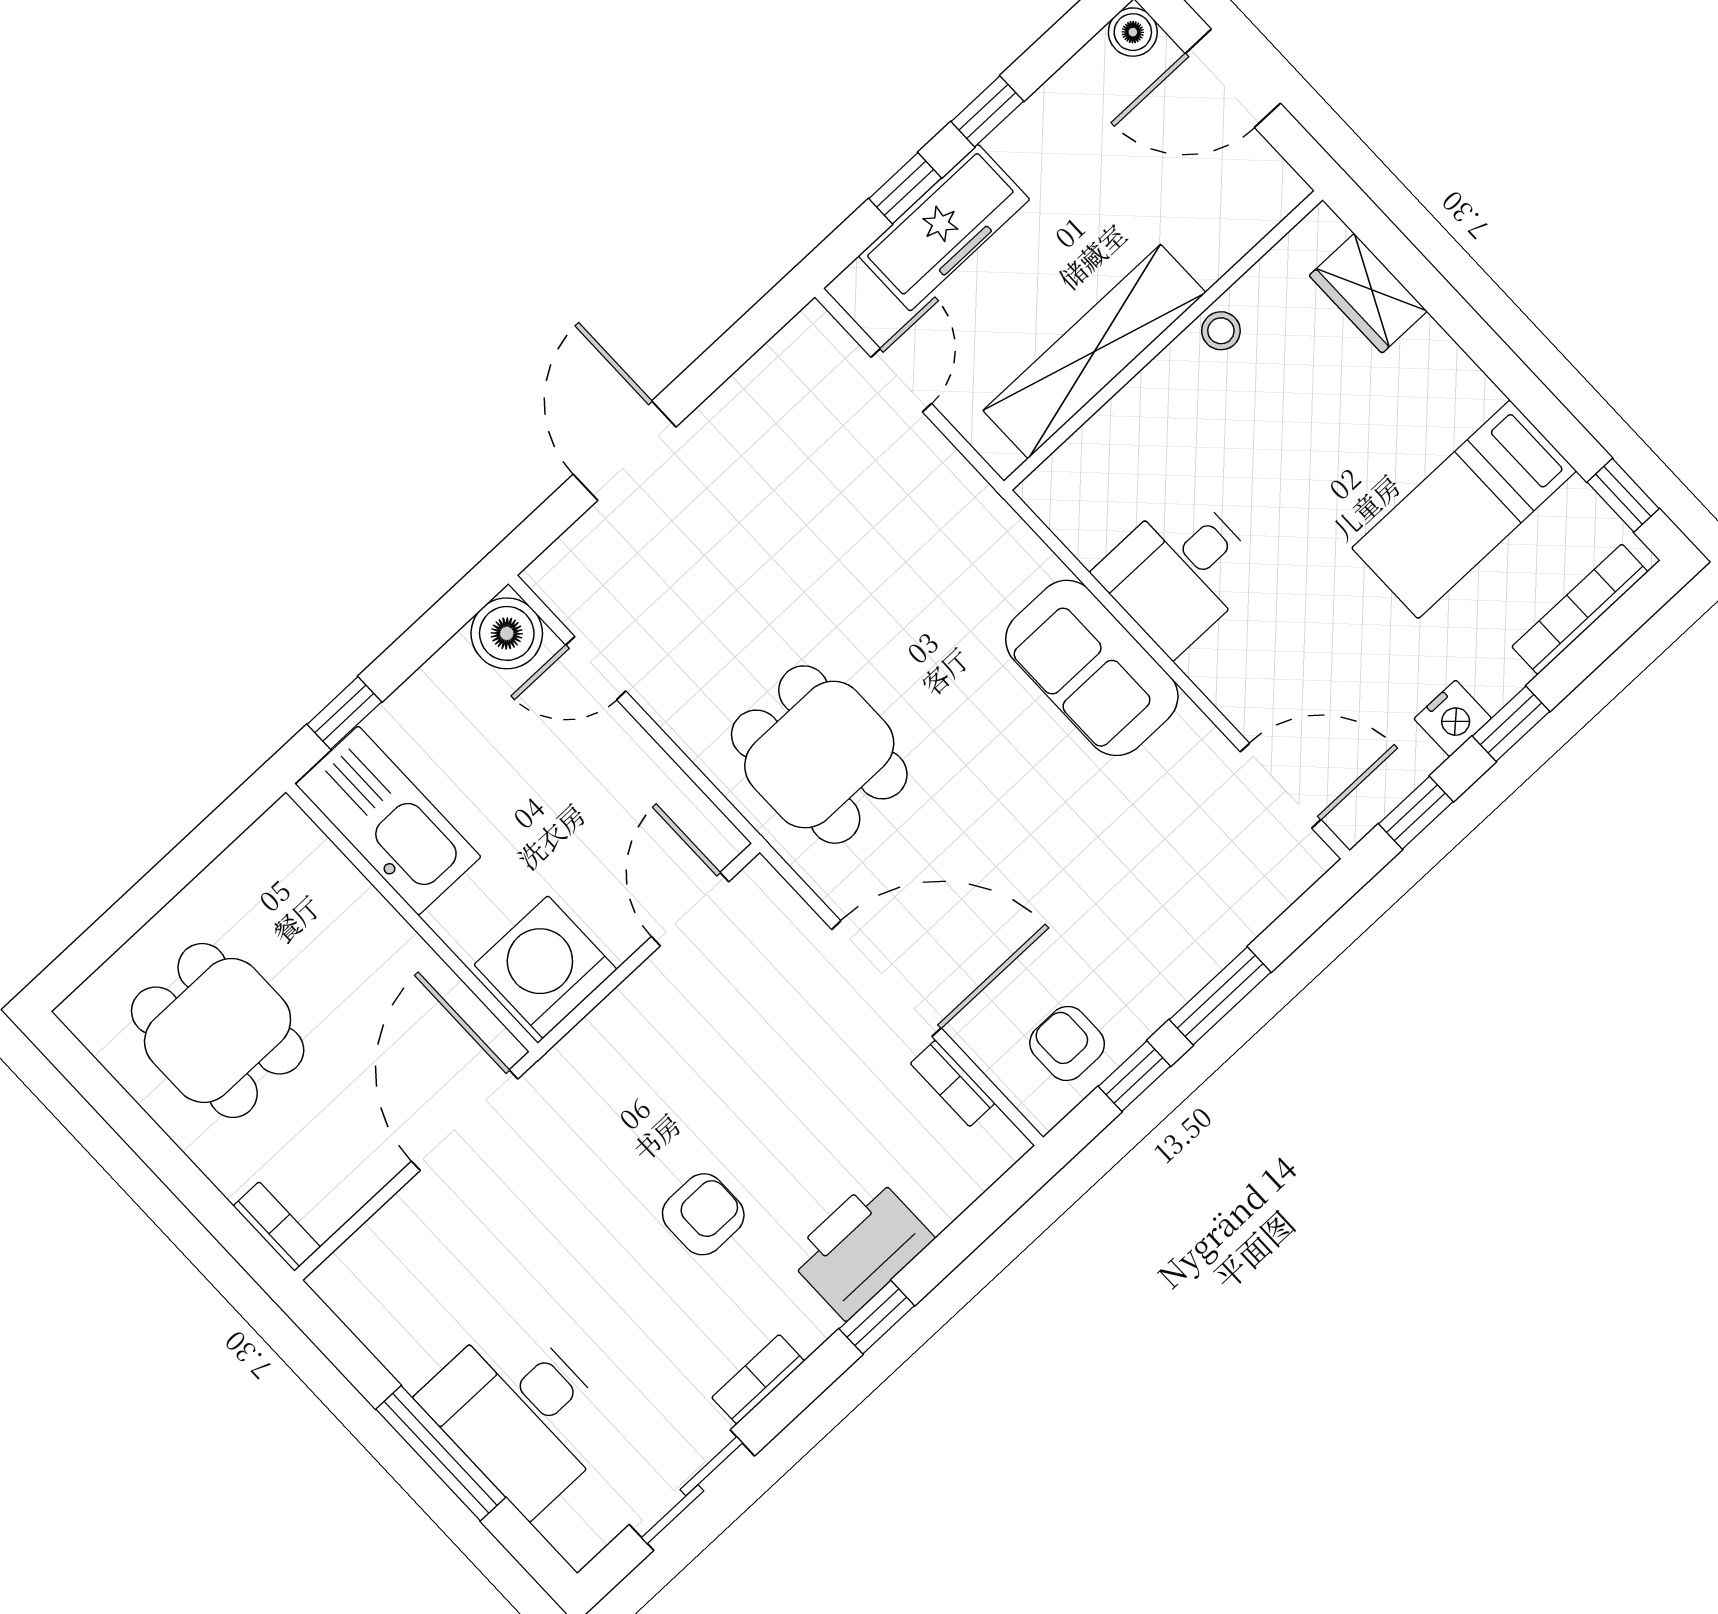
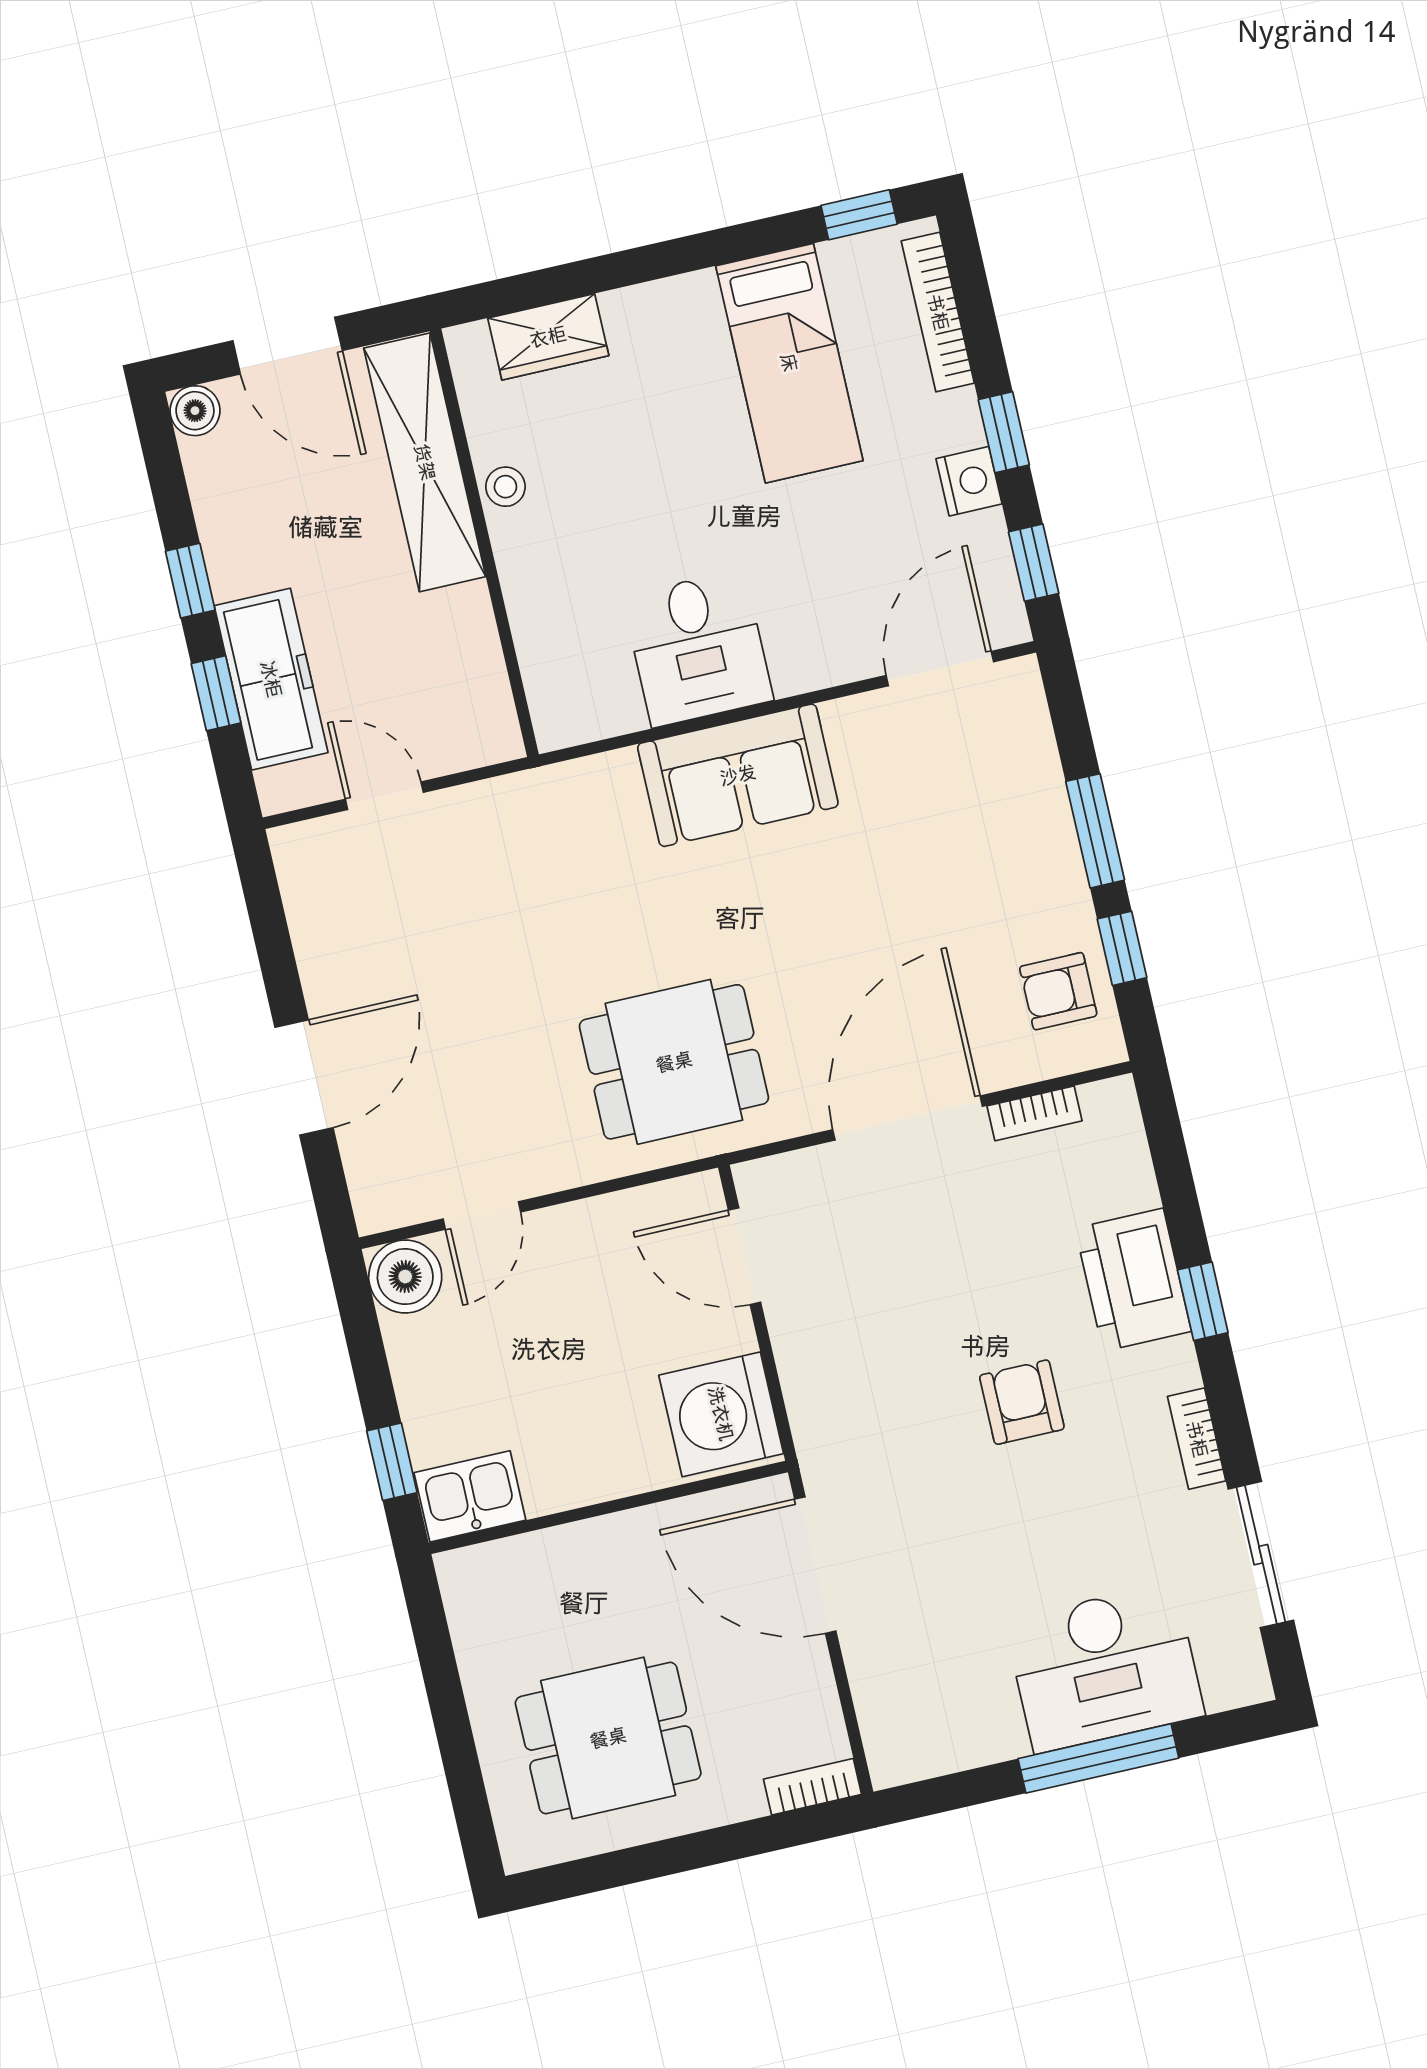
door: (1233, 78) -> (288, 346), hinge flipped
shelving: (1094, 352) -> (425, 462), moved
door: (625, 451) -> (304, 1078), swing flipped
kitchen sink: (388, 821) -> (470, 1496), width x0.53, depth x0.81

